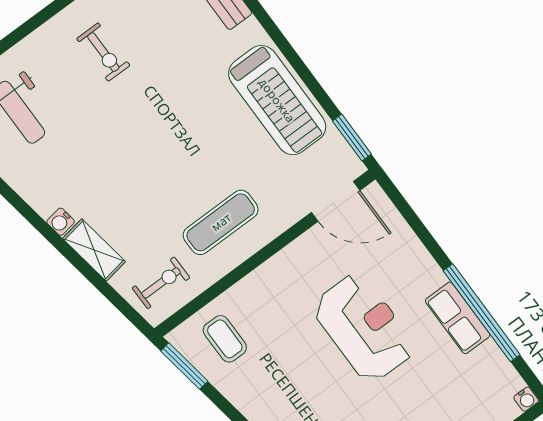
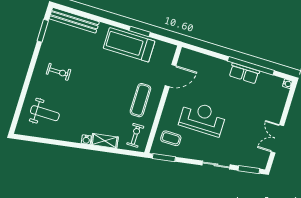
treadmill: (277, 100) -> (129, 45), turned 180
window: (352, 138) -> (140, 31), moved
door: (336, 201) -> (171, 76), moved
reception desk: (364, 328) -> (202, 118), moved

